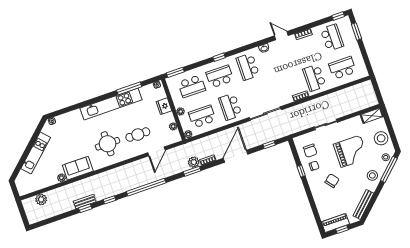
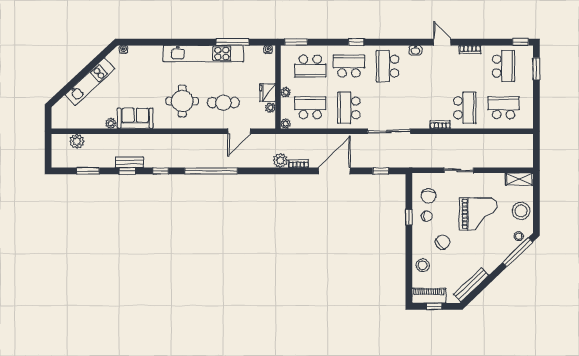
school desk: (314, 78) -> (465, 108), turned 180
fridge: (164, 106) -> (268, 93), moved
window: (192, 171) -> (88, 171), moved
stool: (372, 175) -> (423, 265), moved

